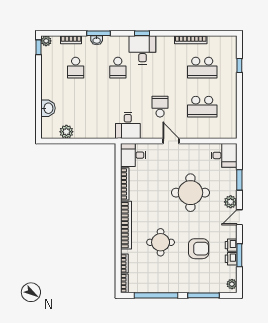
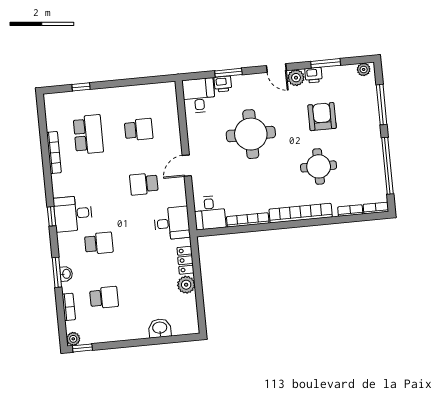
school desk: (202, 107) -> (139, 130), width x0.54
plant: (66, 132) -> (186, 285), moved
locker: (98, 133) -> (185, 260), added
plant: (231, 202) -> (296, 78), moved
printer: (231, 259) -> (223, 84), moved

